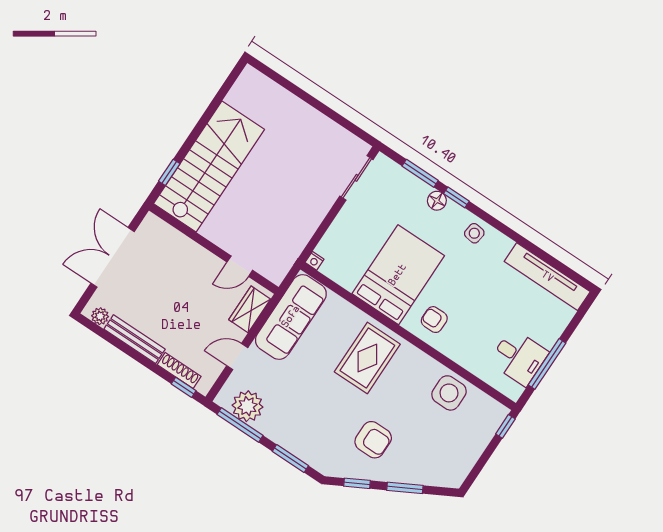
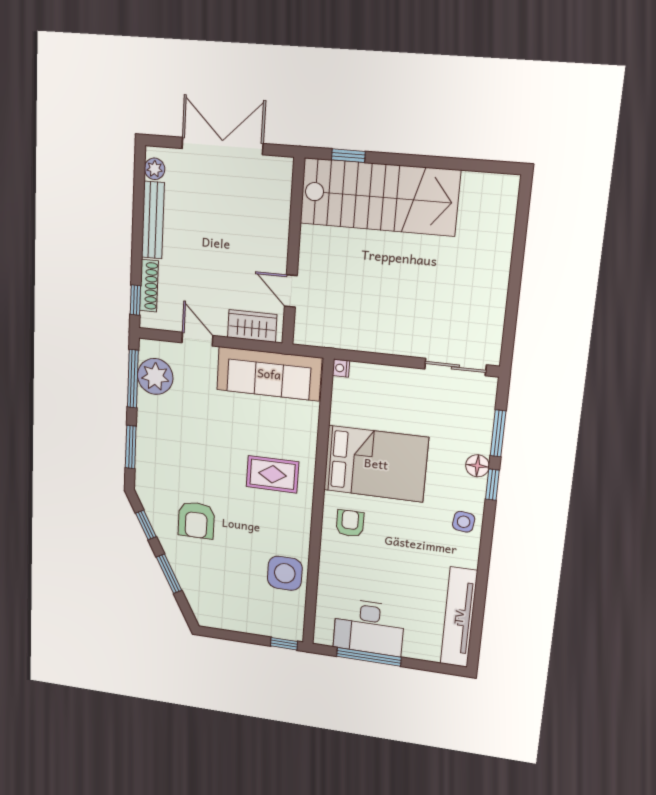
desk: (519, 357) -> (369, 627), width x1.37
rug: (367, 358) -> (272, 474), width x0.73, depth x0.70

